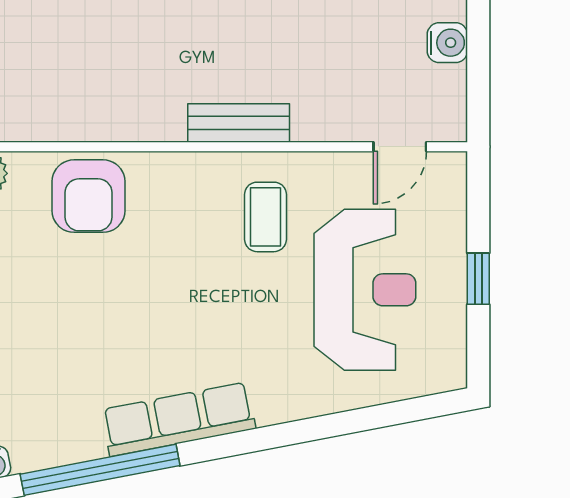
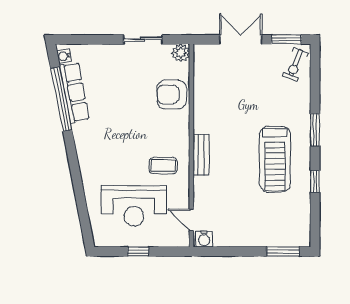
water cooler: (447, 43) -> (204, 239), moved
row of seats: (178, 419) -> (74, 93), moved

